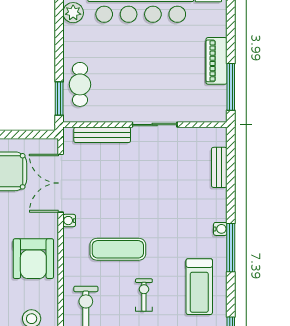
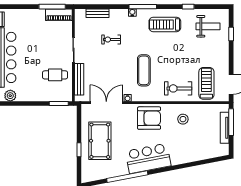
piano: (217, 61) -> (59, 15), moved
cafe table: (80, 84) -> (55, 75), moved
double door: (61, 183) -> (106, 103), swing flipped
treadmill: (199, 287) -> (165, 24), turned 180
exercise bike: (144, 295) -> (111, 40), moved

